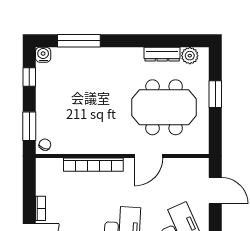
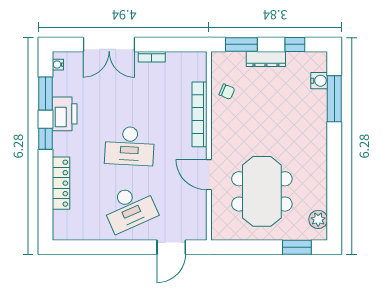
dresser: (162, 54) -> (266, 59), moved, turned -90
water cooler: (43, 55) -> (319, 81), moved
window: (215, 94) -> (297, 247), moved
chair: (45, 145) -> (227, 92), moved

